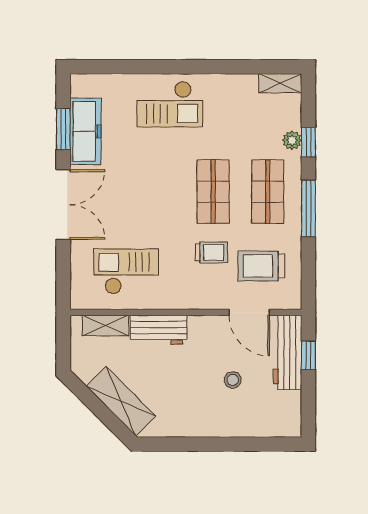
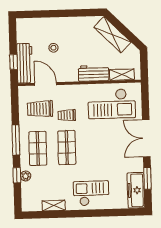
shelving: (280, 83) -> (54, 206), moved
freezer: (85, 131) -> (136, 190), moved
trolley: (261, 266) -> (40, 109), turned 180
checkout: (126, 271) -> (112, 104), width x1.36, depth x1.21

